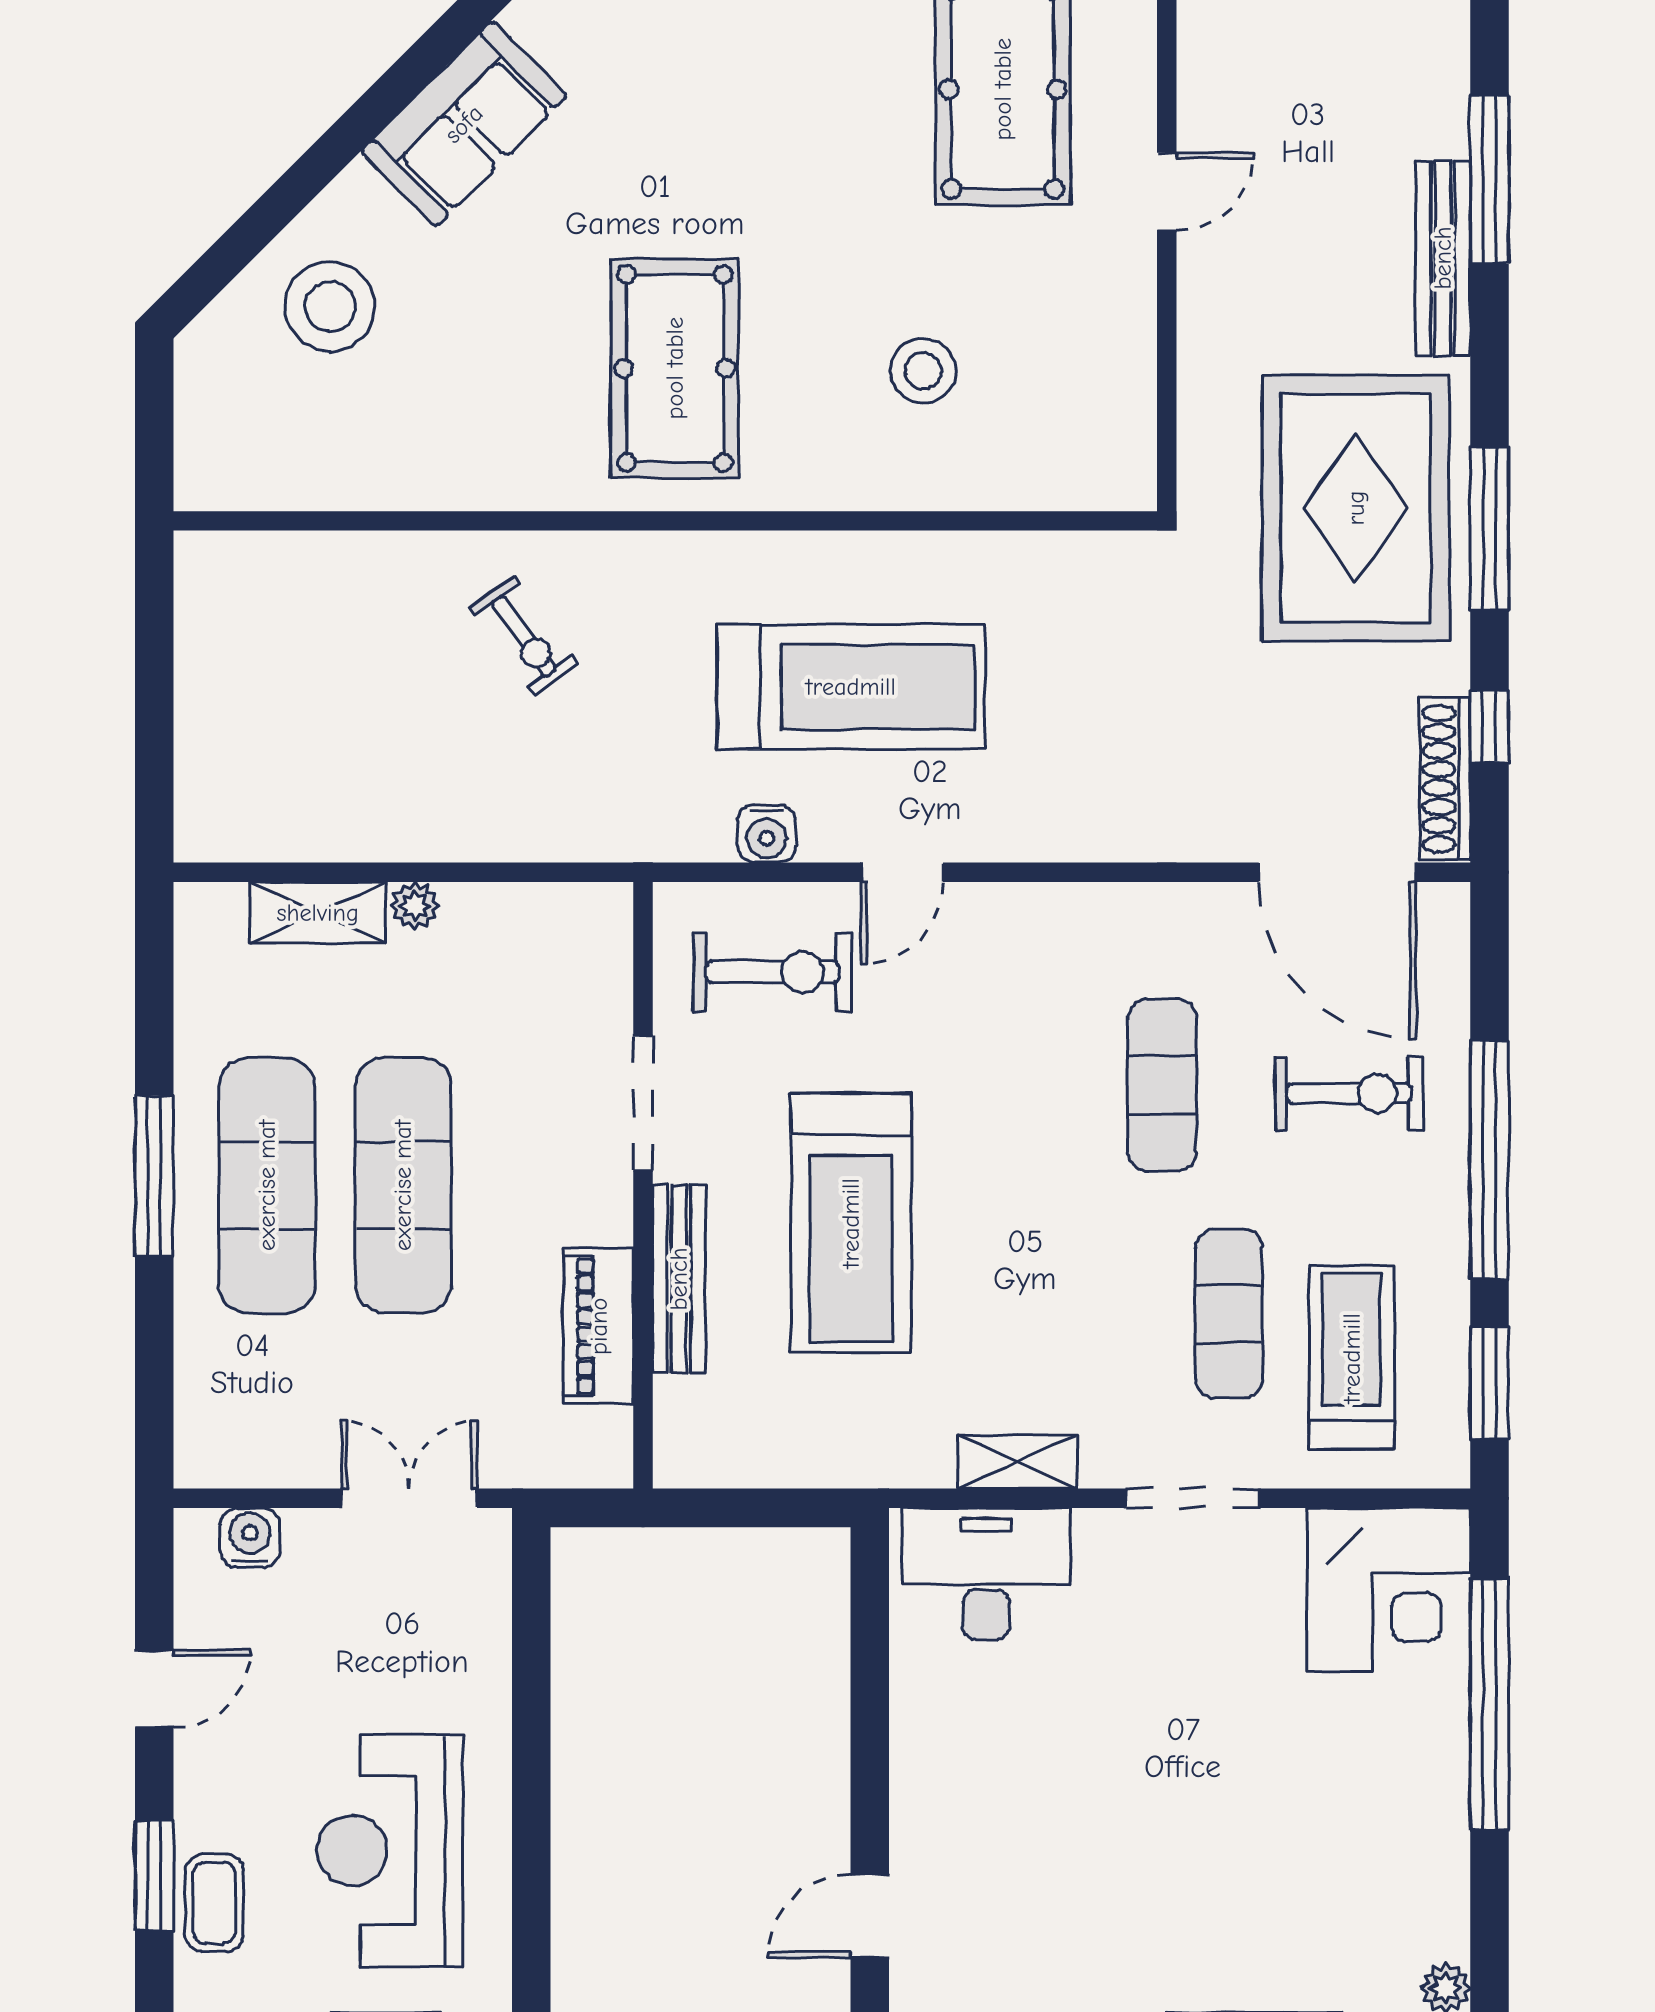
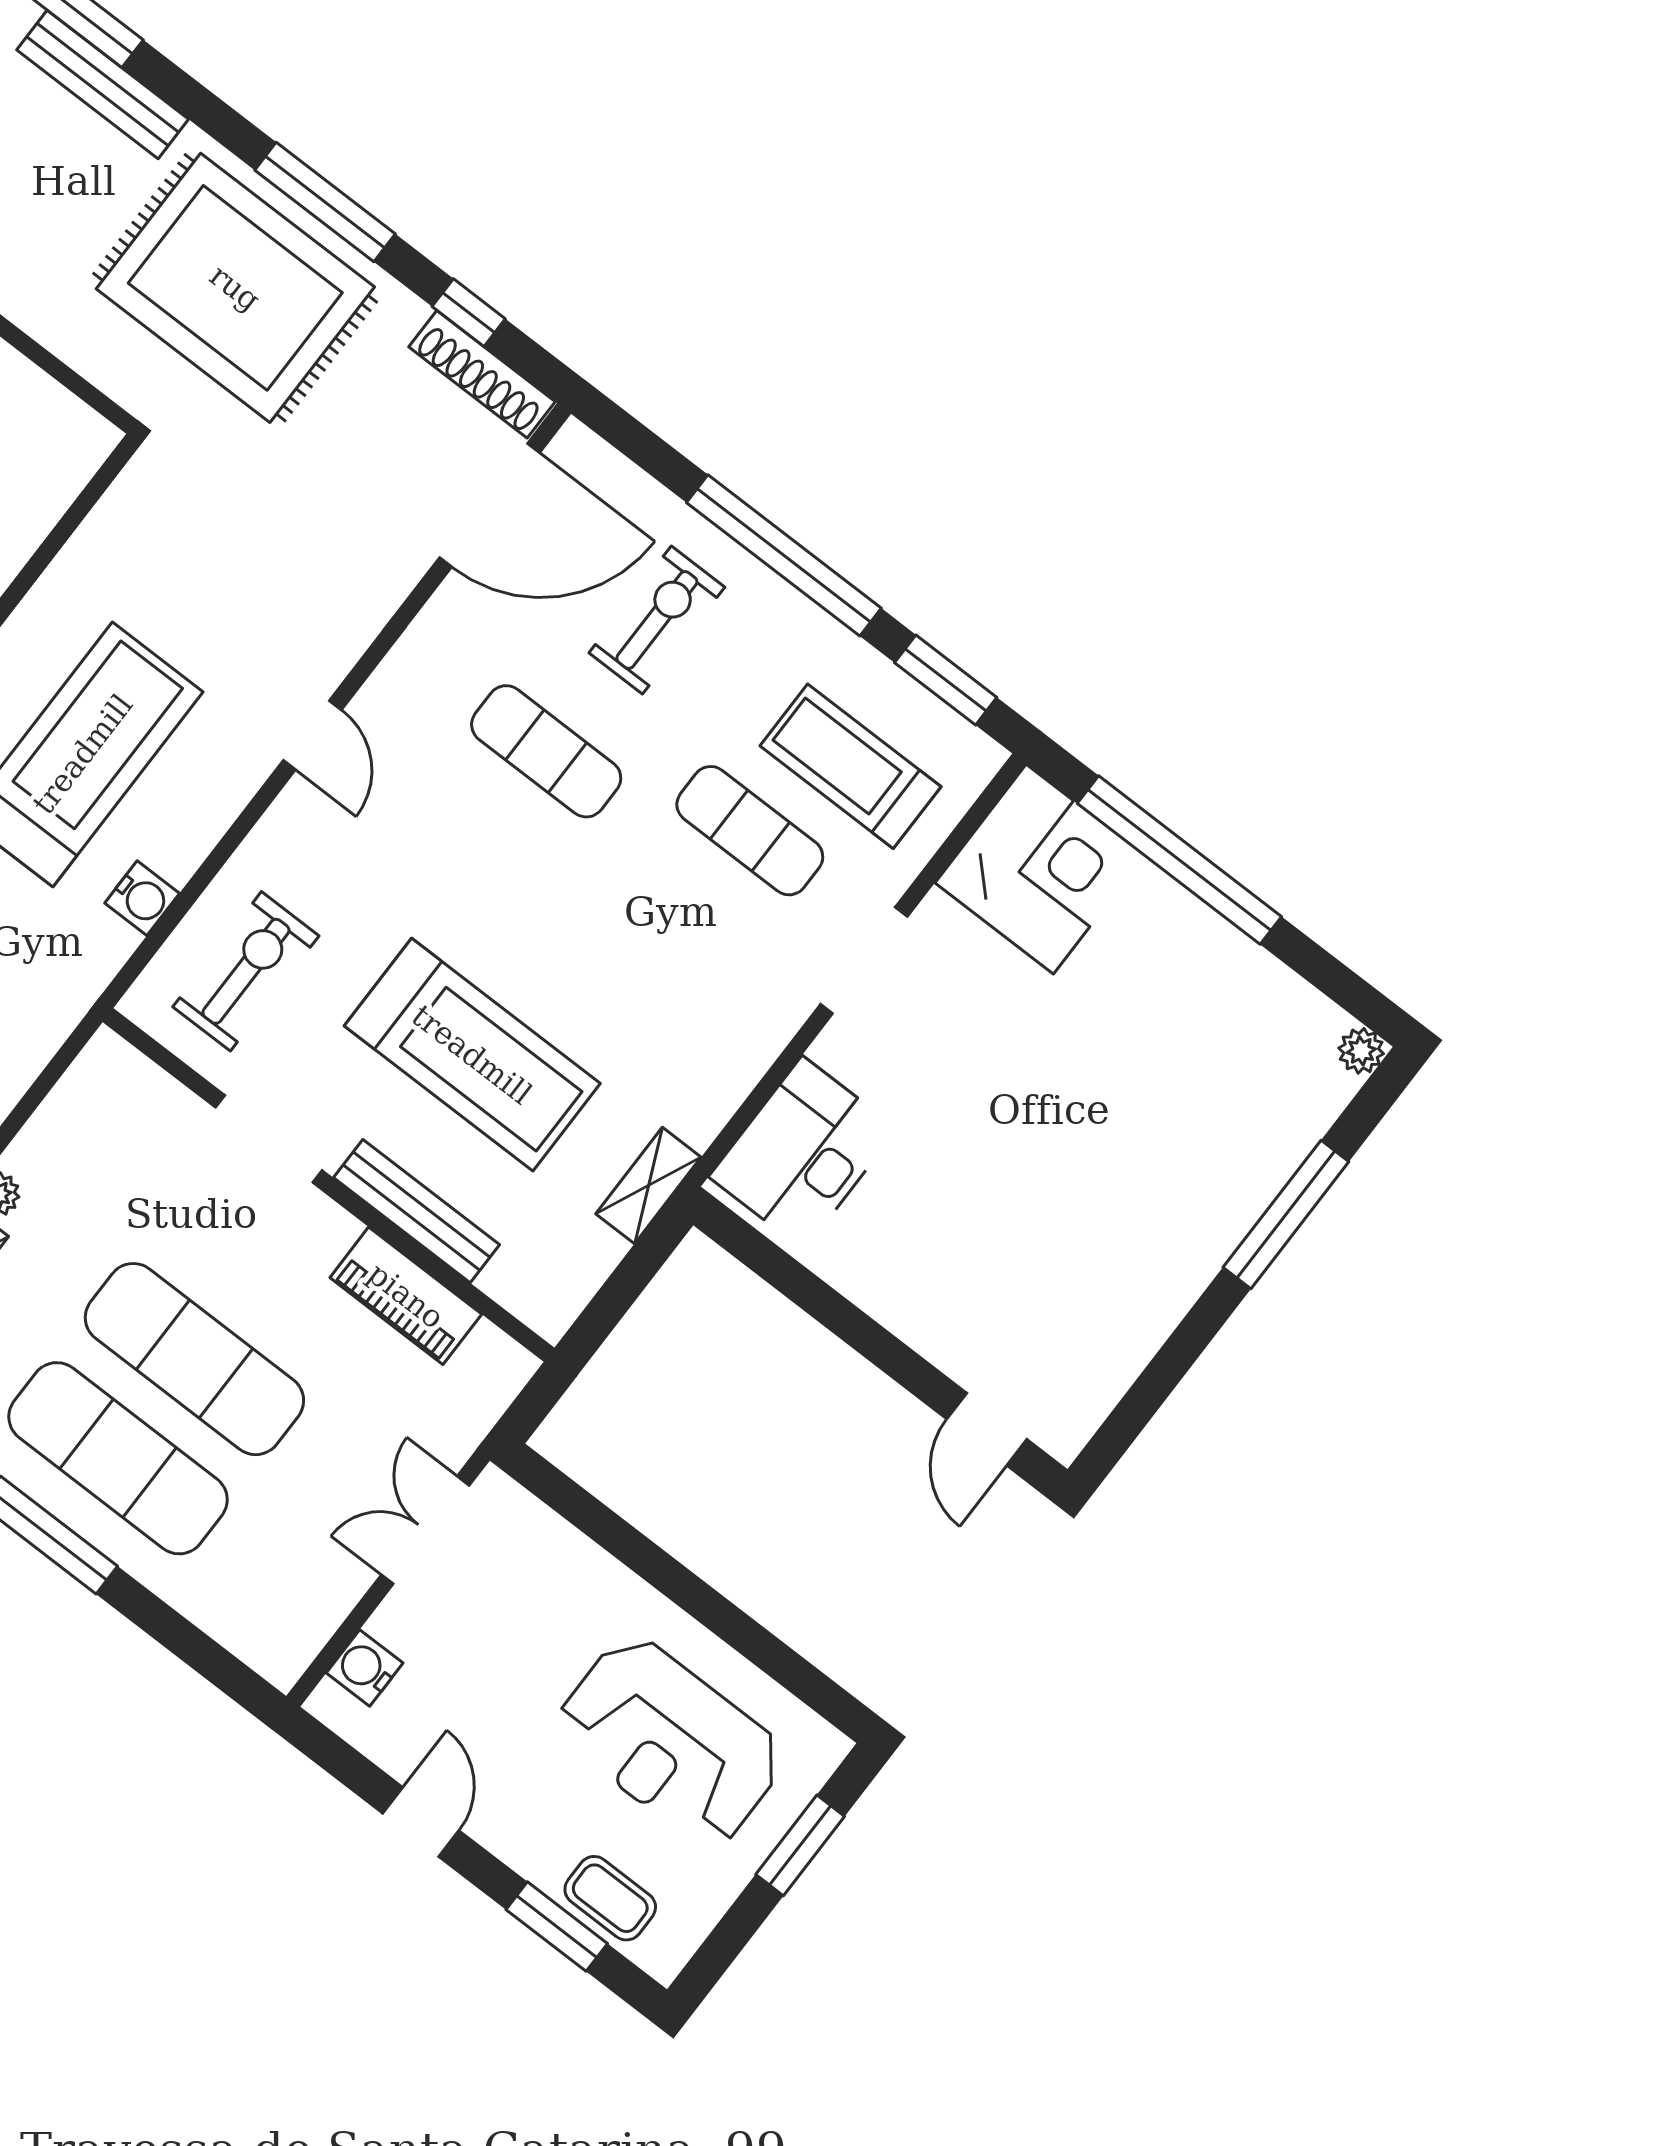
door: (902, 872) -> (312, 735), moved
shelving: (1017, 1462) -> (648, 1185), moved

